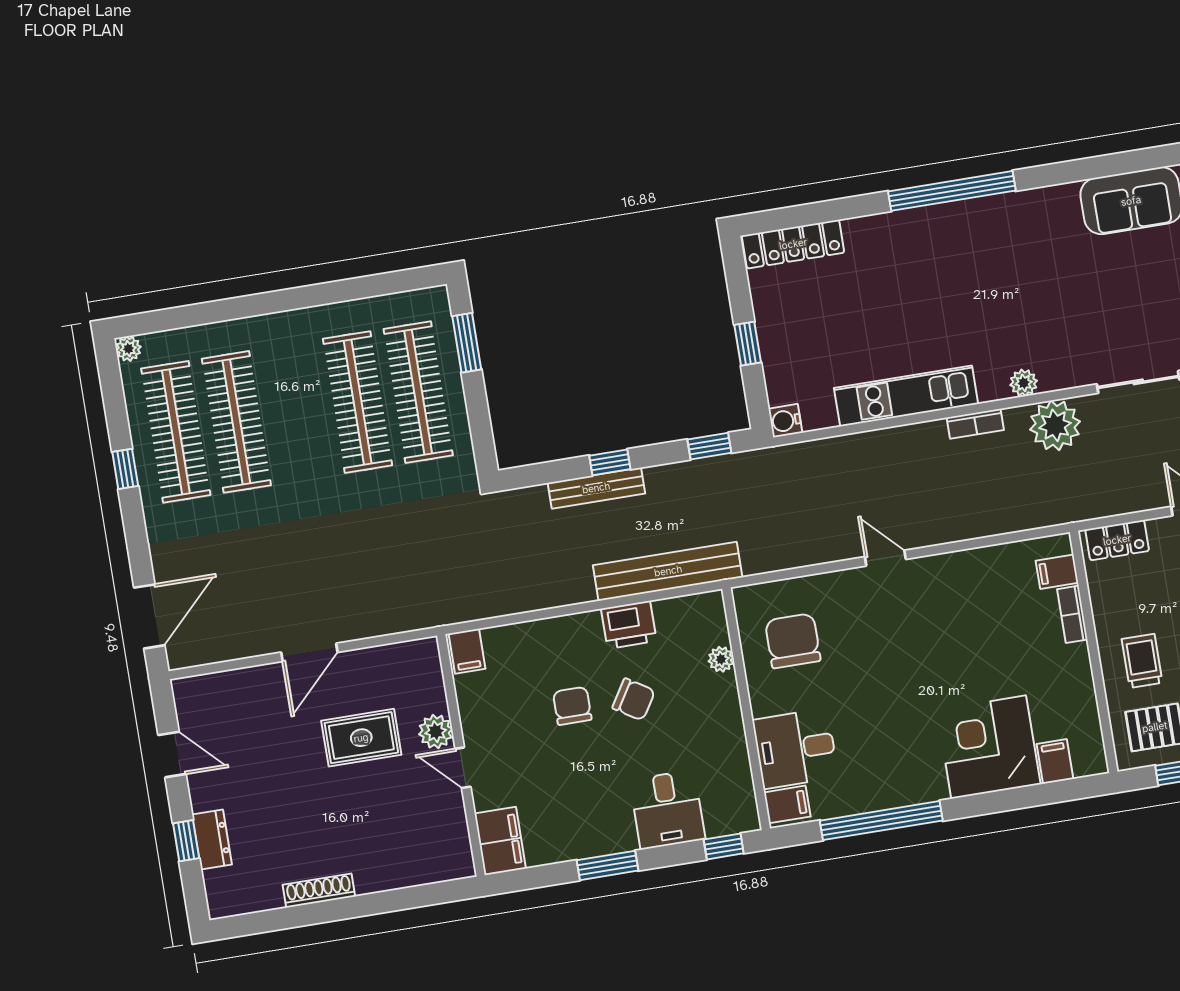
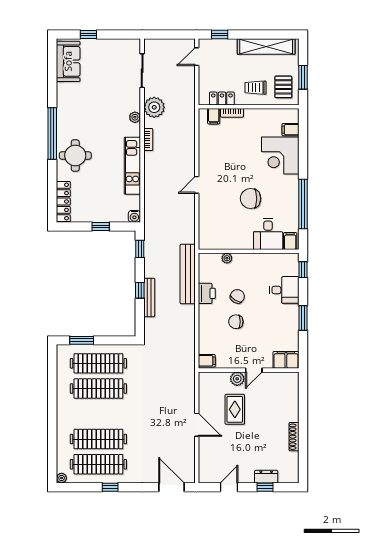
round table: (908, 255) -> (75, 156), added
locker: (1117, 540) -> (222, 98), moved, turned -90
chair: (793, 641) -> (251, 199), moved

